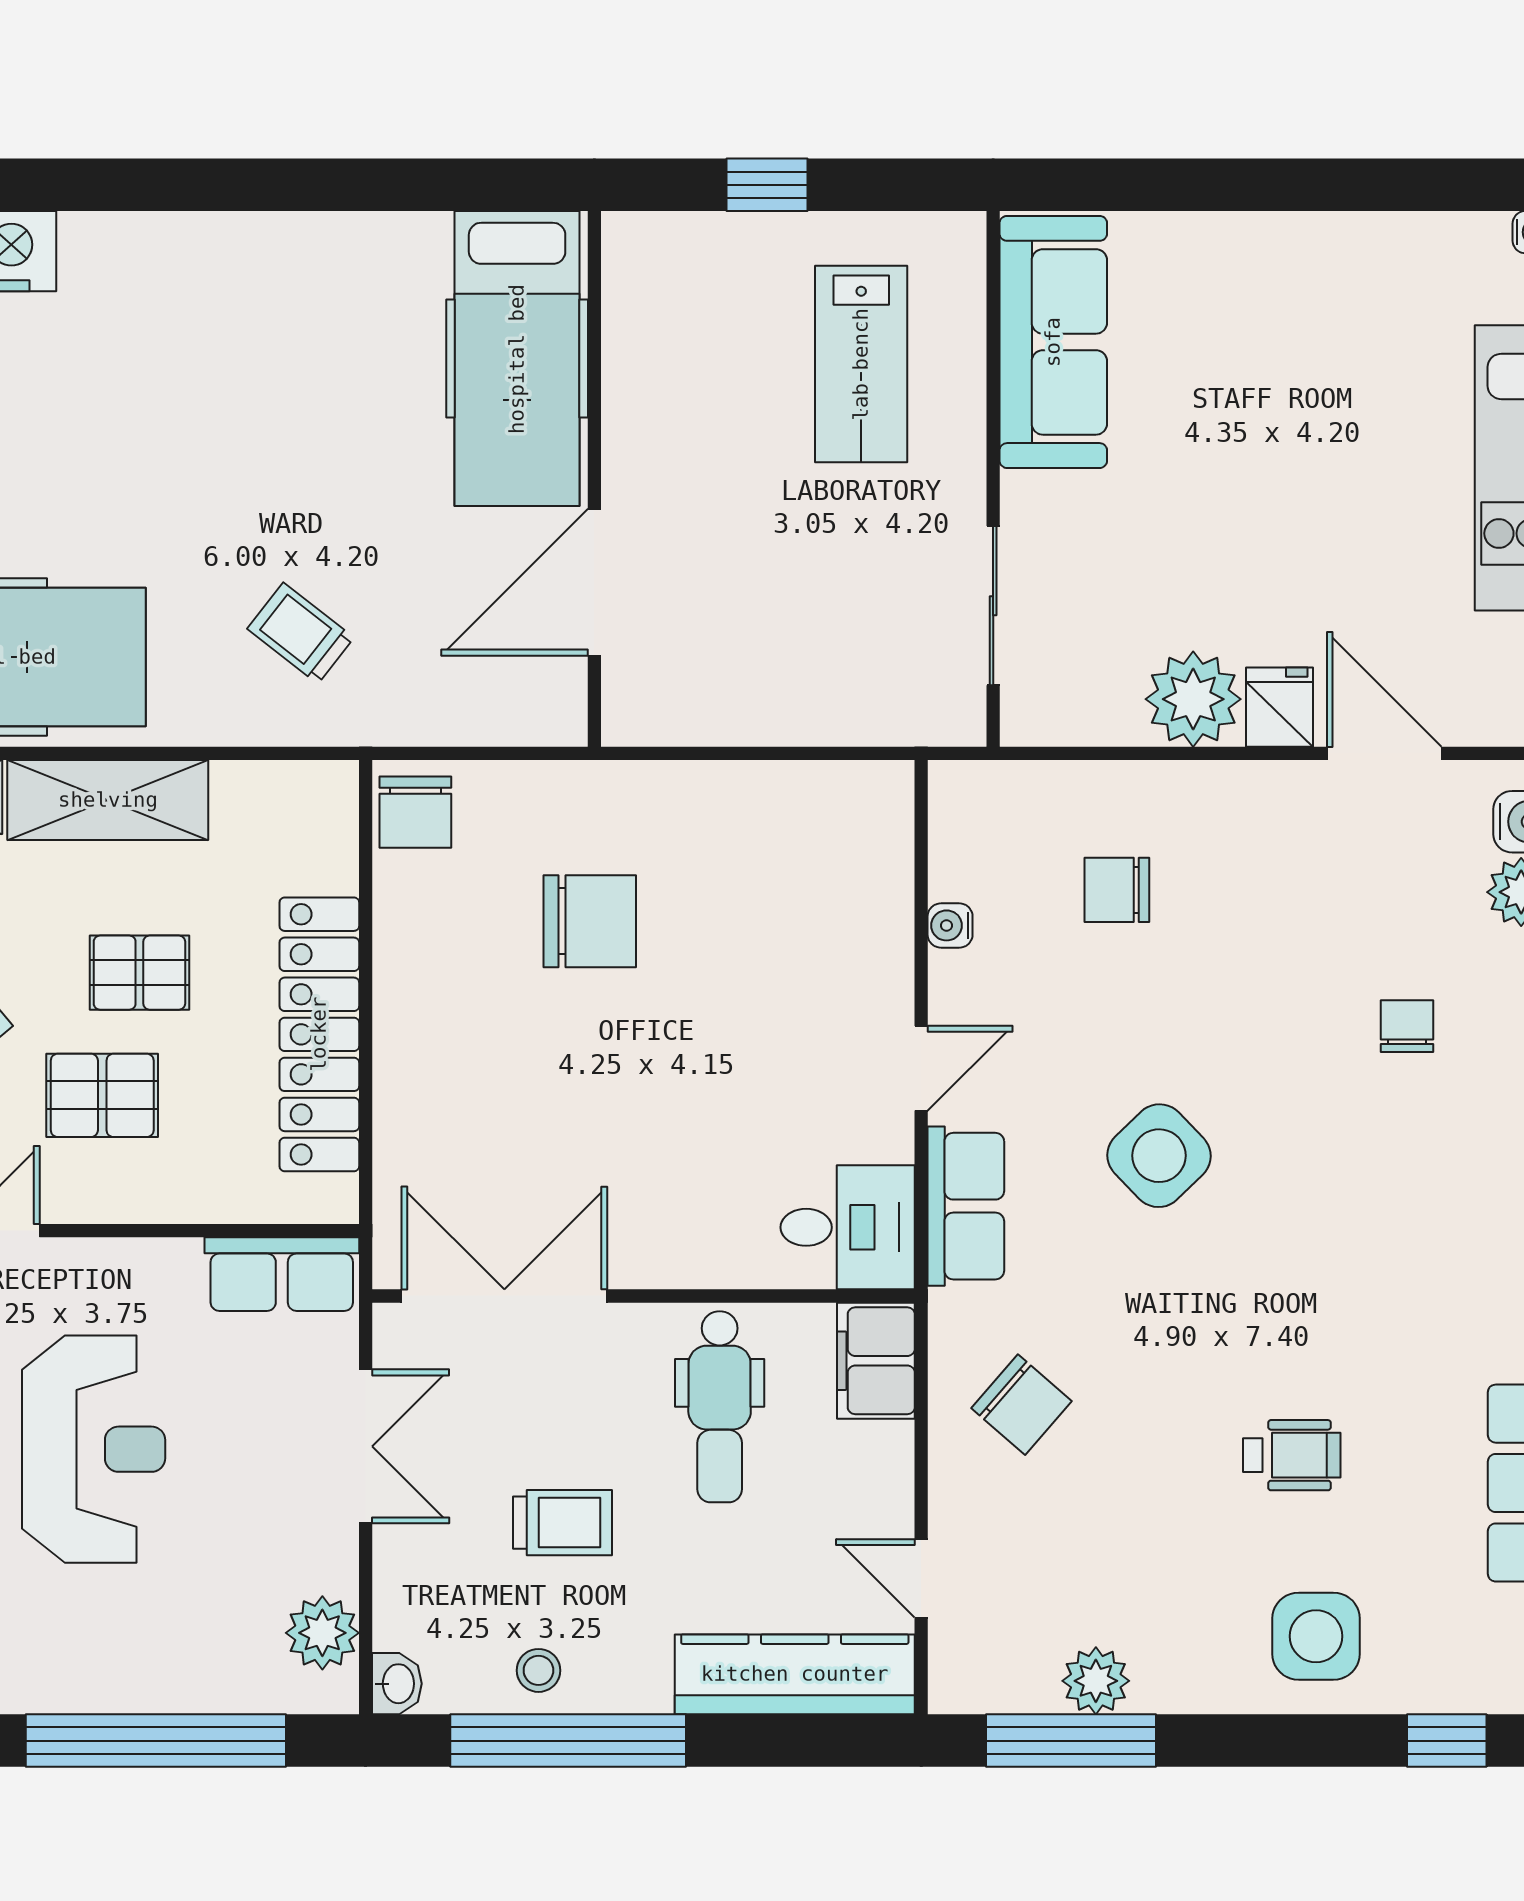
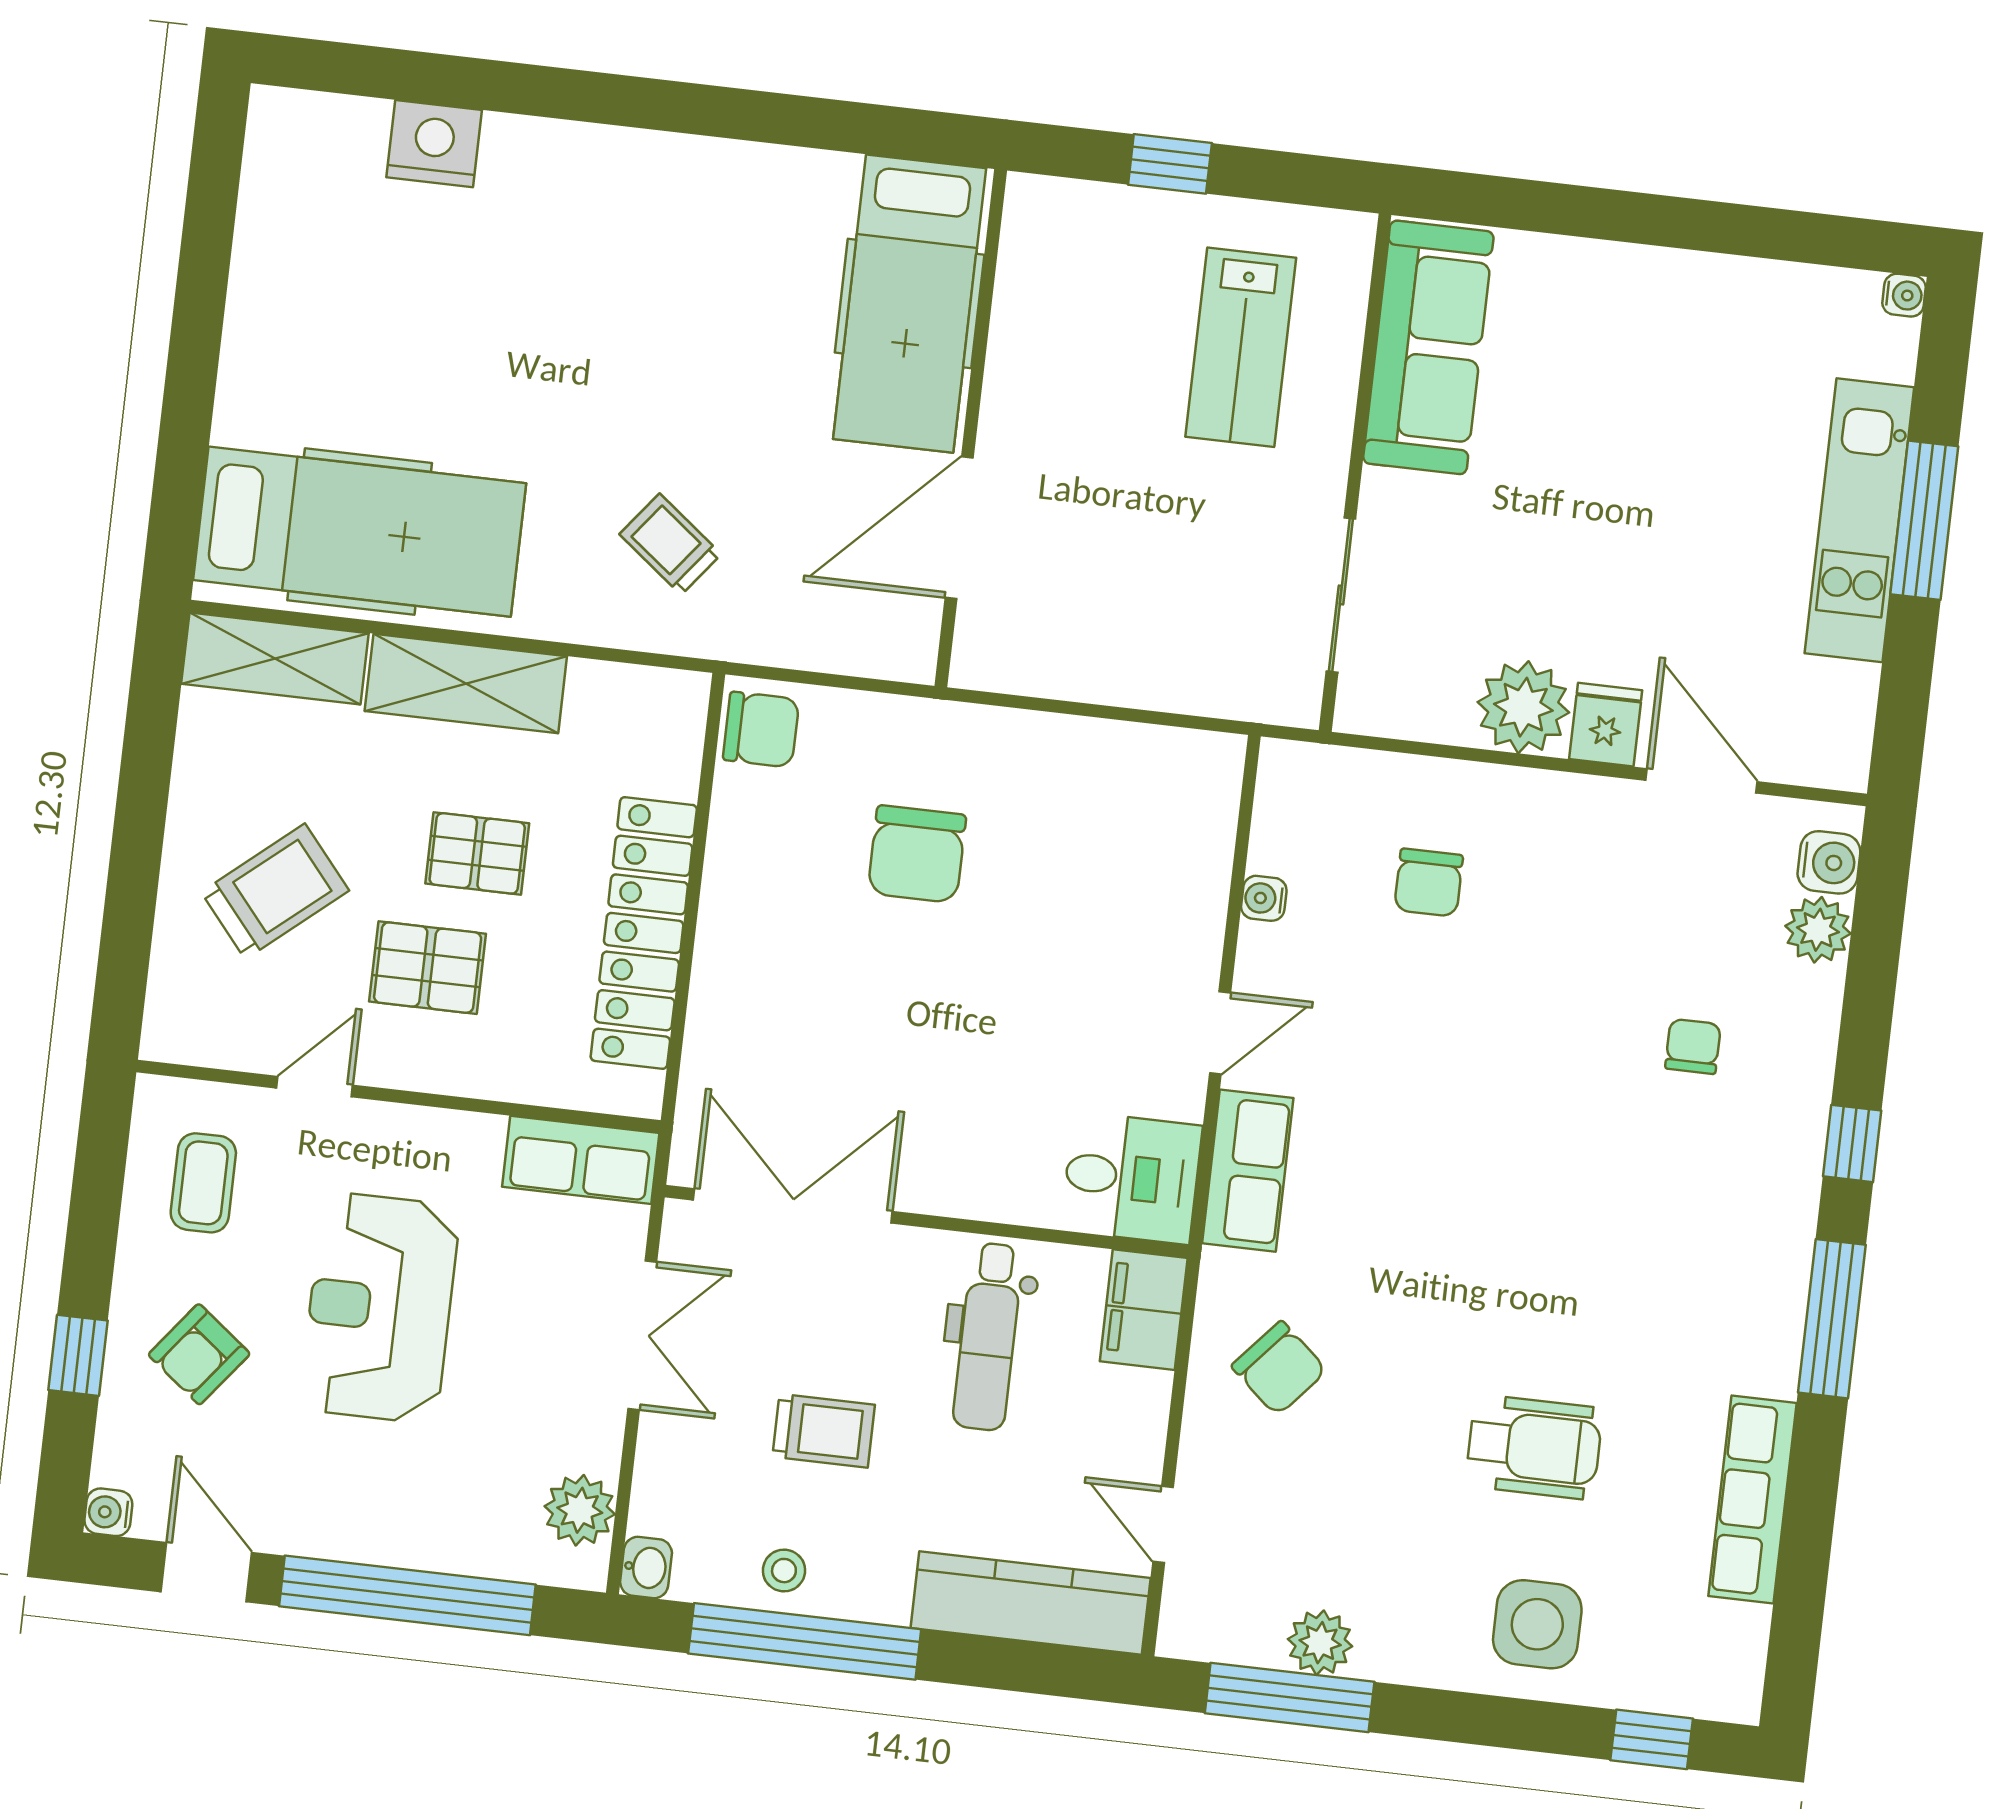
chair: (415, 812) -> (761, 730), turned -90
chair: (1117, 890) -> (1429, 883), turned -90
chair: (590, 921) -> (917, 854), turned 90
side table: (1159, 1156) -> (1440, 1144), removed
reception desk: (94, 1449) -> (380, 1308), turned 180
wheelchair: (1292, 1455) -> (1534, 1447), width x1.36, depth x1.37

